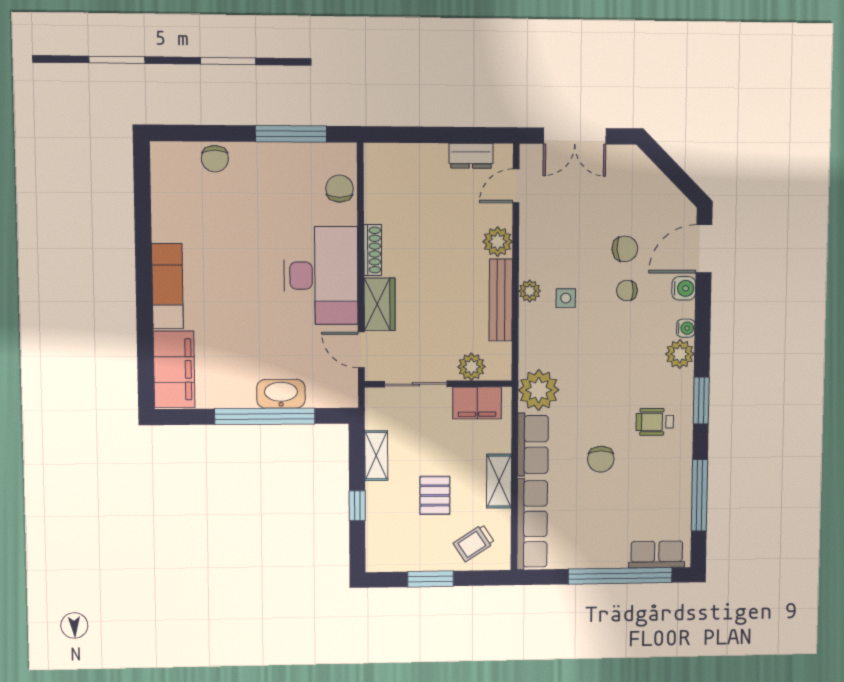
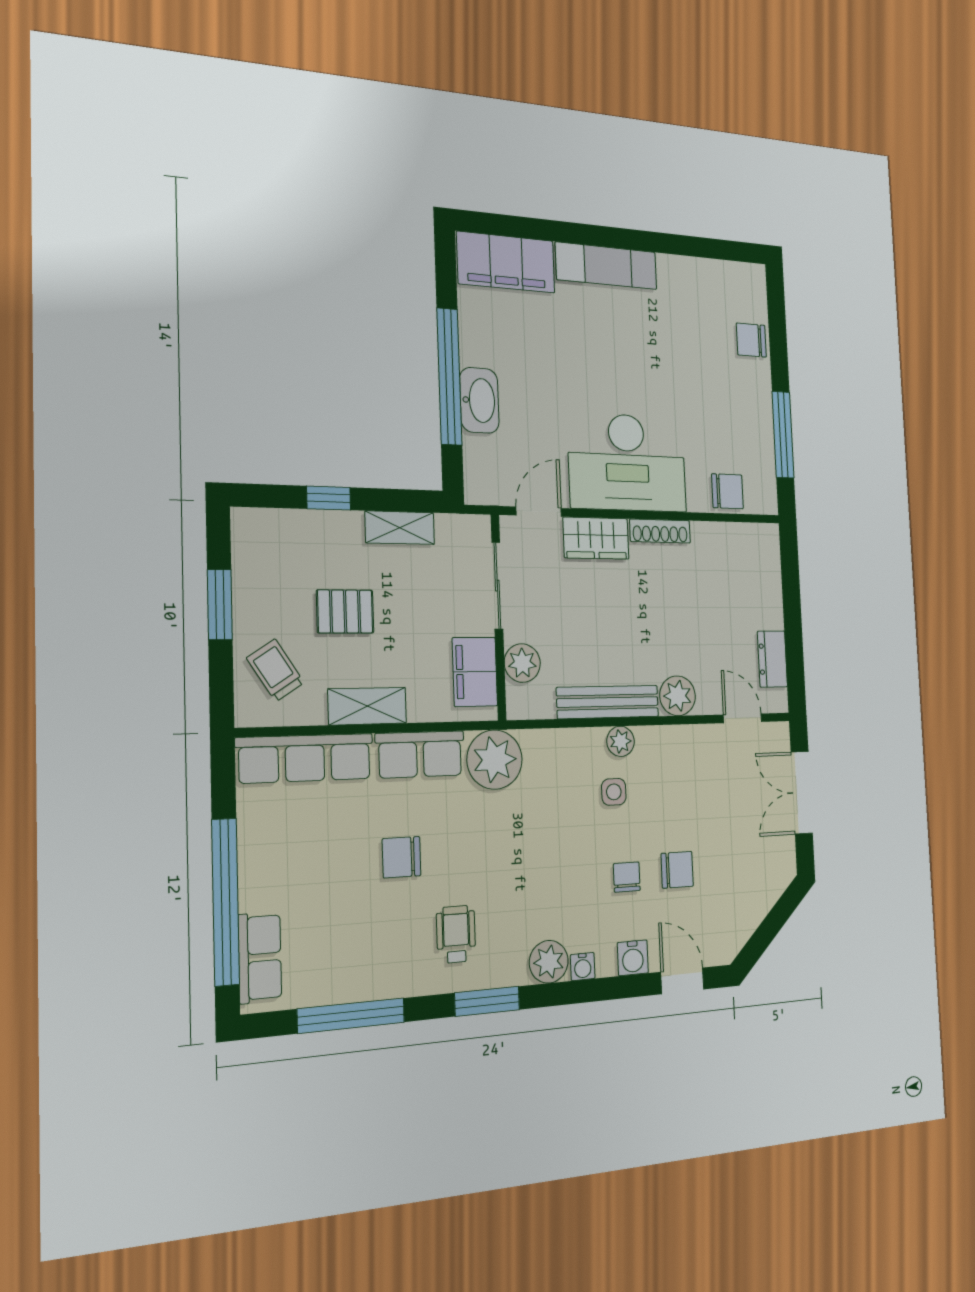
chair: (625, 249) -> (677, 870), turned -86
door: (704, 249) -> (682, 981), width x0.73

